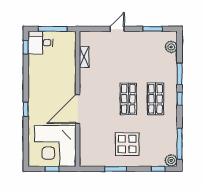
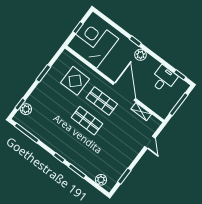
door: (117, 29) -> (150, 142), moved
desk: (40, 43) -> (164, 79), moved
plant: (34, 96) -> (141, 55), added
shop shelf: (155, 99) -> (102, 101), moved
door: (78, 109) -> (124, 92), moved
display table: (127, 144) -> (75, 81), moved
plant: (171, 160) -> (26, 109), moved

